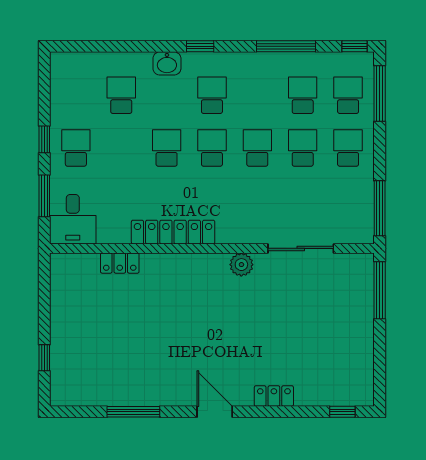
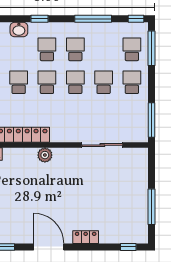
school desk: (303, 95) -> (75, 49), moved
plant: (241, 265) -> (45, 155), moved
window: (380, 290) -> (152, 207), moved
door: (215, 412) -> (49, 247), width x1.36

